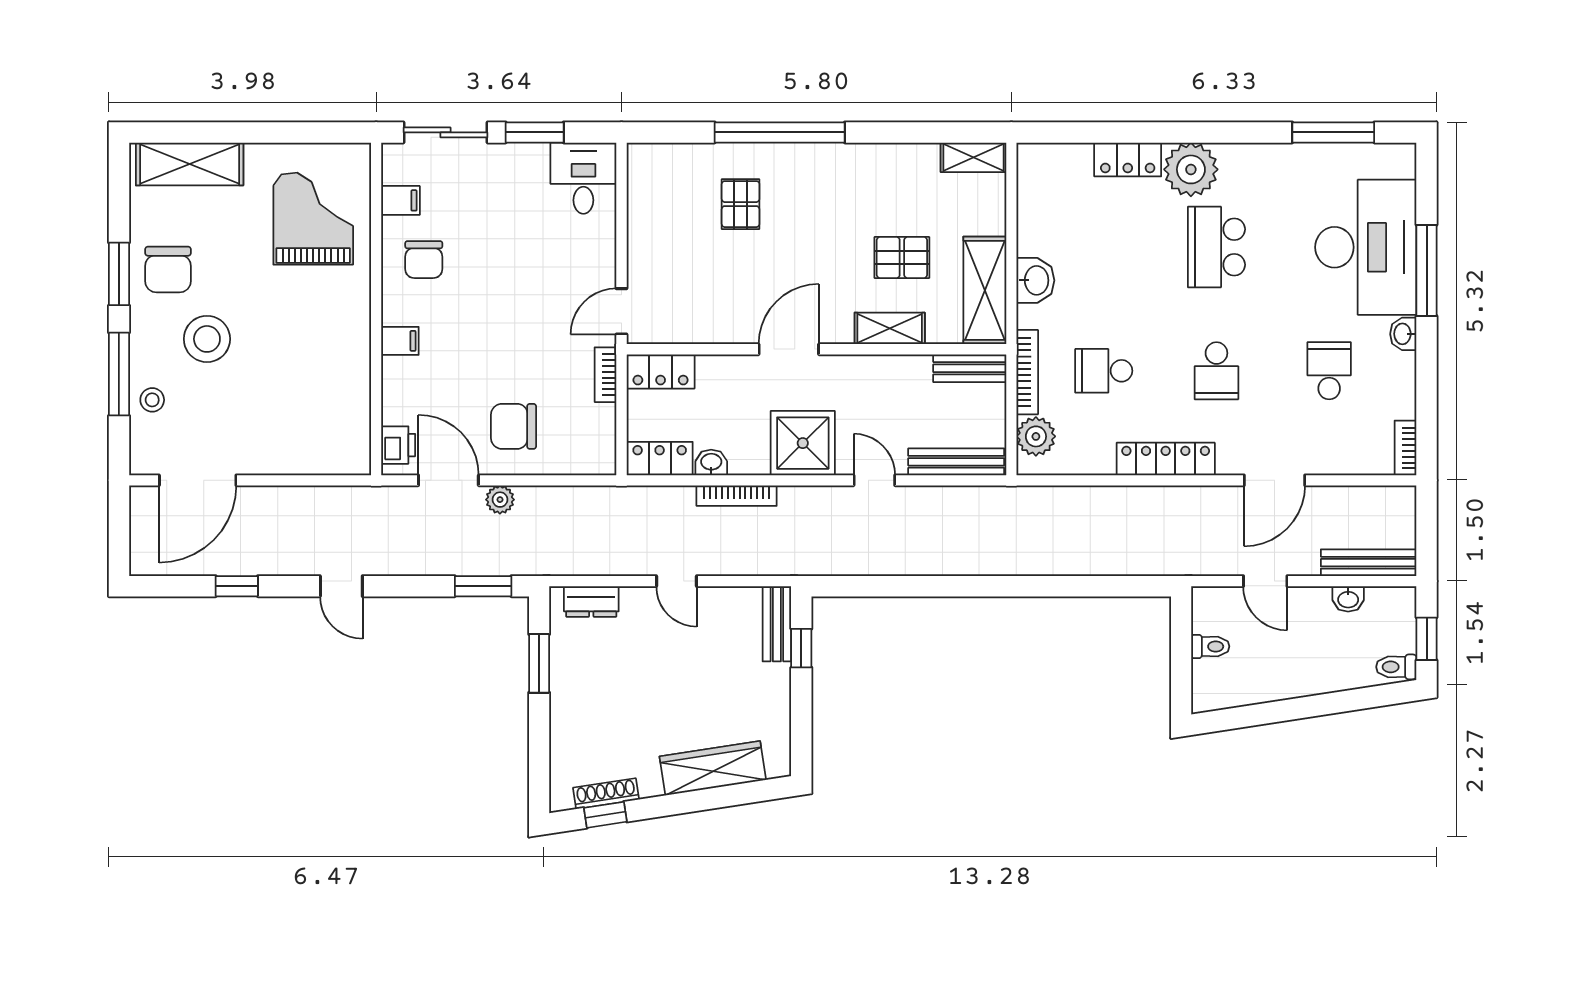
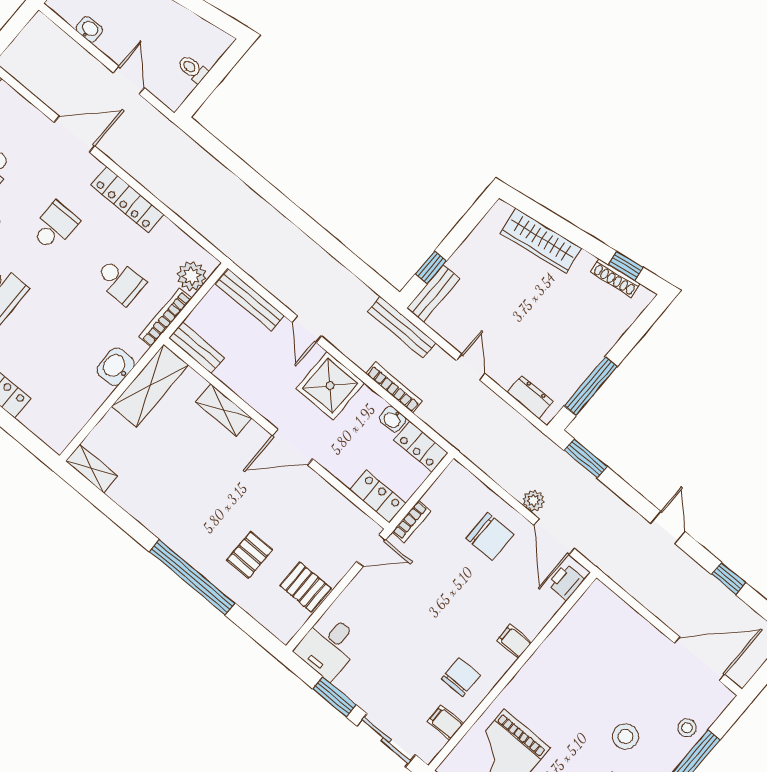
pallet: (902, 258) -> (306, 587), moved
stool: (207, 339) -> (625, 737), width x0.73, depth x0.73
bench: (1369, 563) -> (402, 327), moved
window: (539, 663) -> (591, 386), width x1.44

